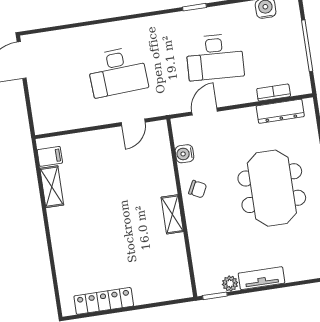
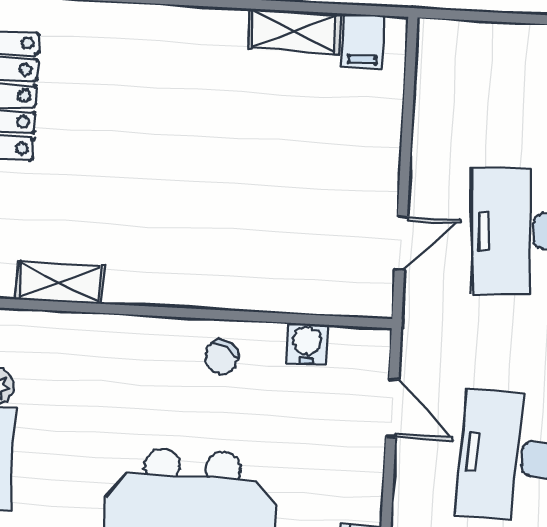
door: (133, 122) -> (401, 243), swing flipped
shelving: (172, 214) -> (60, 282), moved

